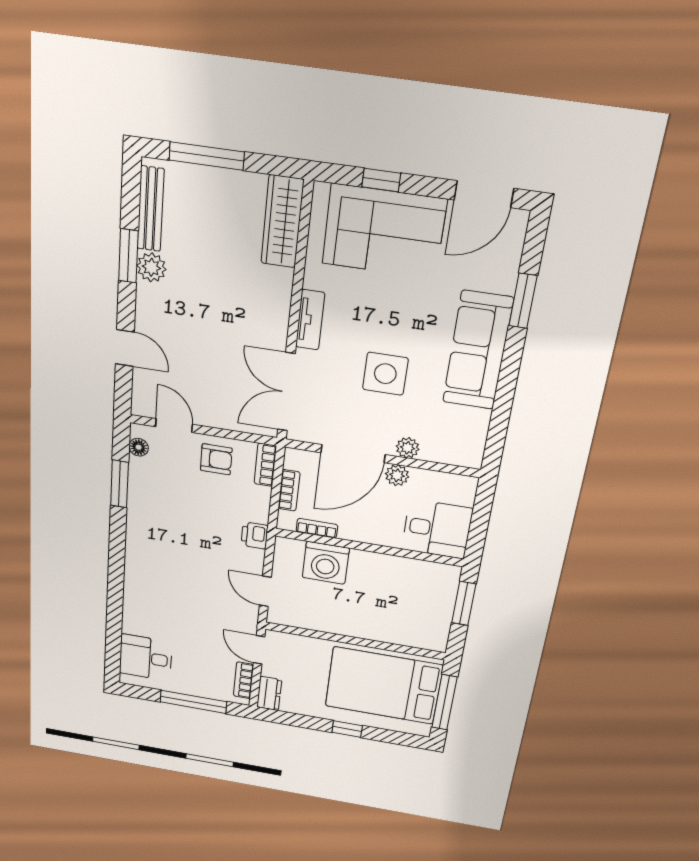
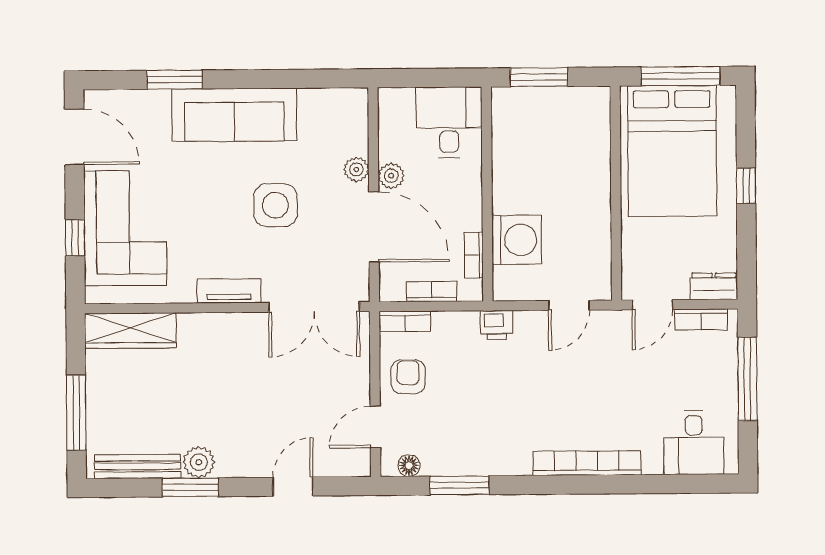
bookcase: (133, 581) -> (587, 463), added

